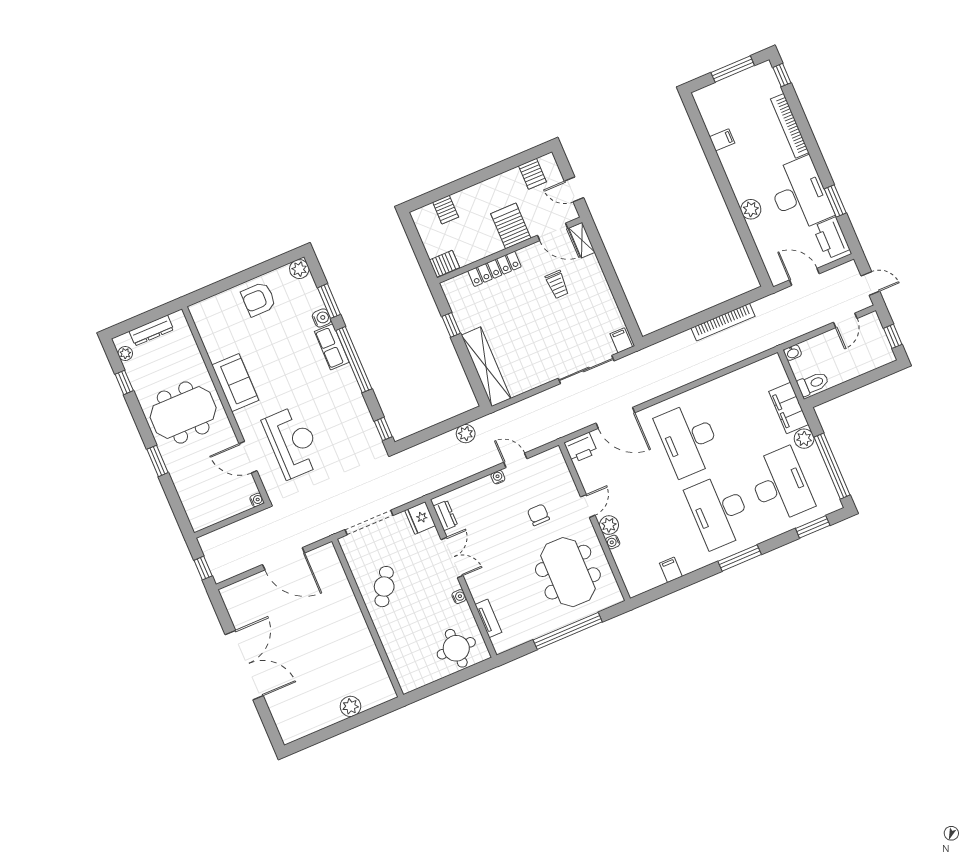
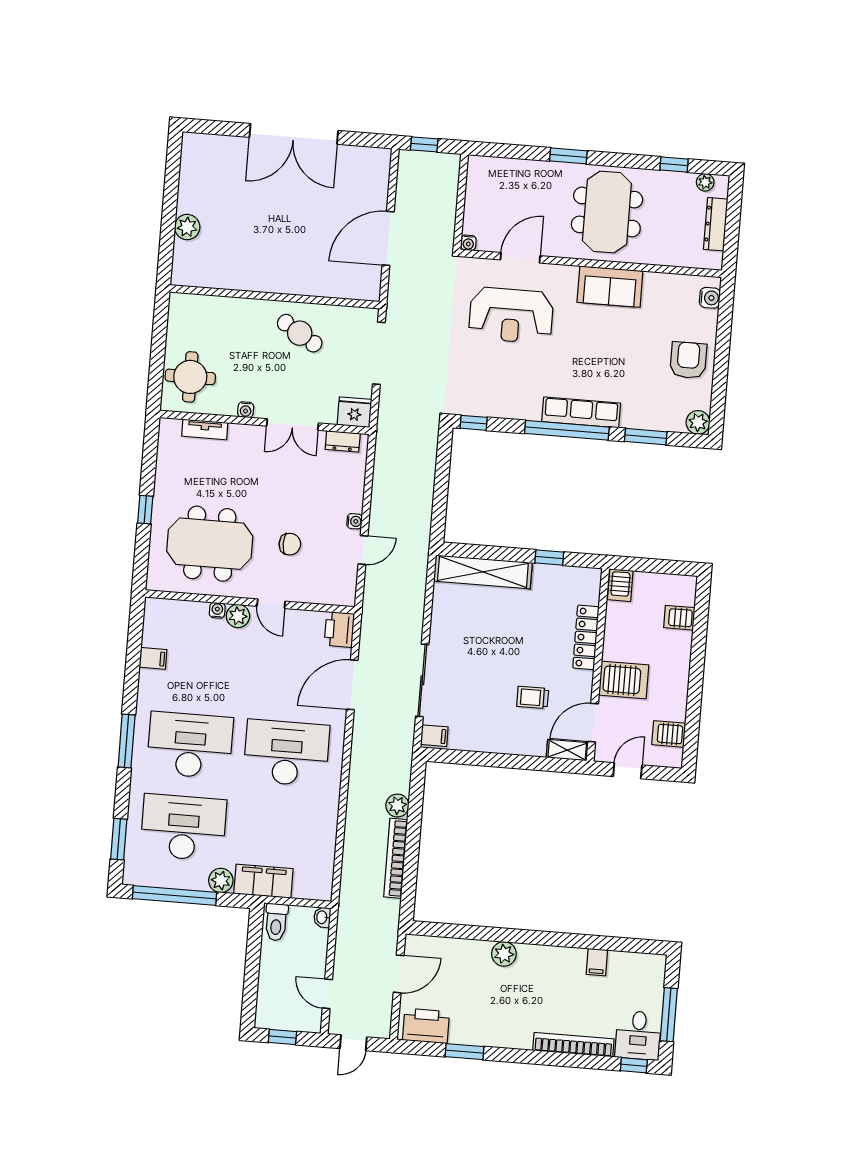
desk: (800, 194) -> (638, 1035), moved, width x0.53, depth x0.77
water cooler: (322, 318) -> (710, 298), moved, turned -90
row of seats: (332, 347) -> (581, 412), width x1.48
plant: (466, 434) -> (397, 806), moved
desk: (780, 485) -> (183, 827), turned 180
window: (568, 631) -> (145, 510), width x0.32

